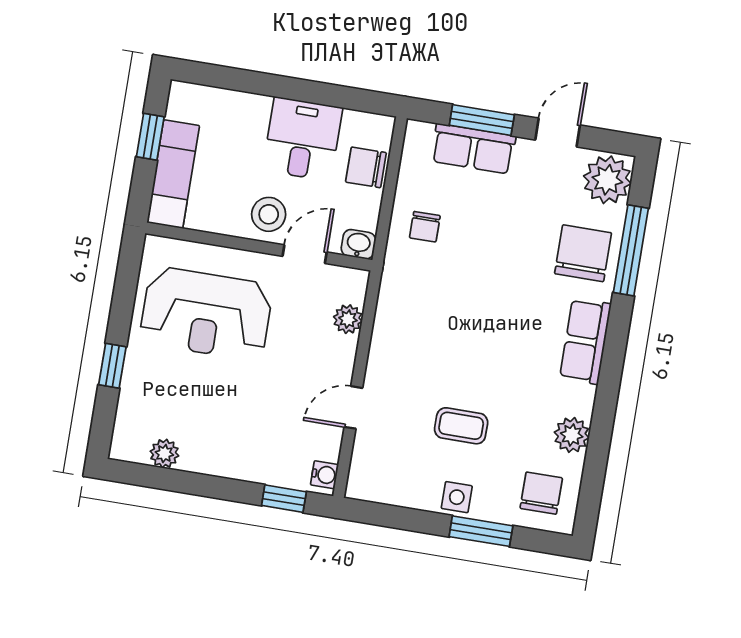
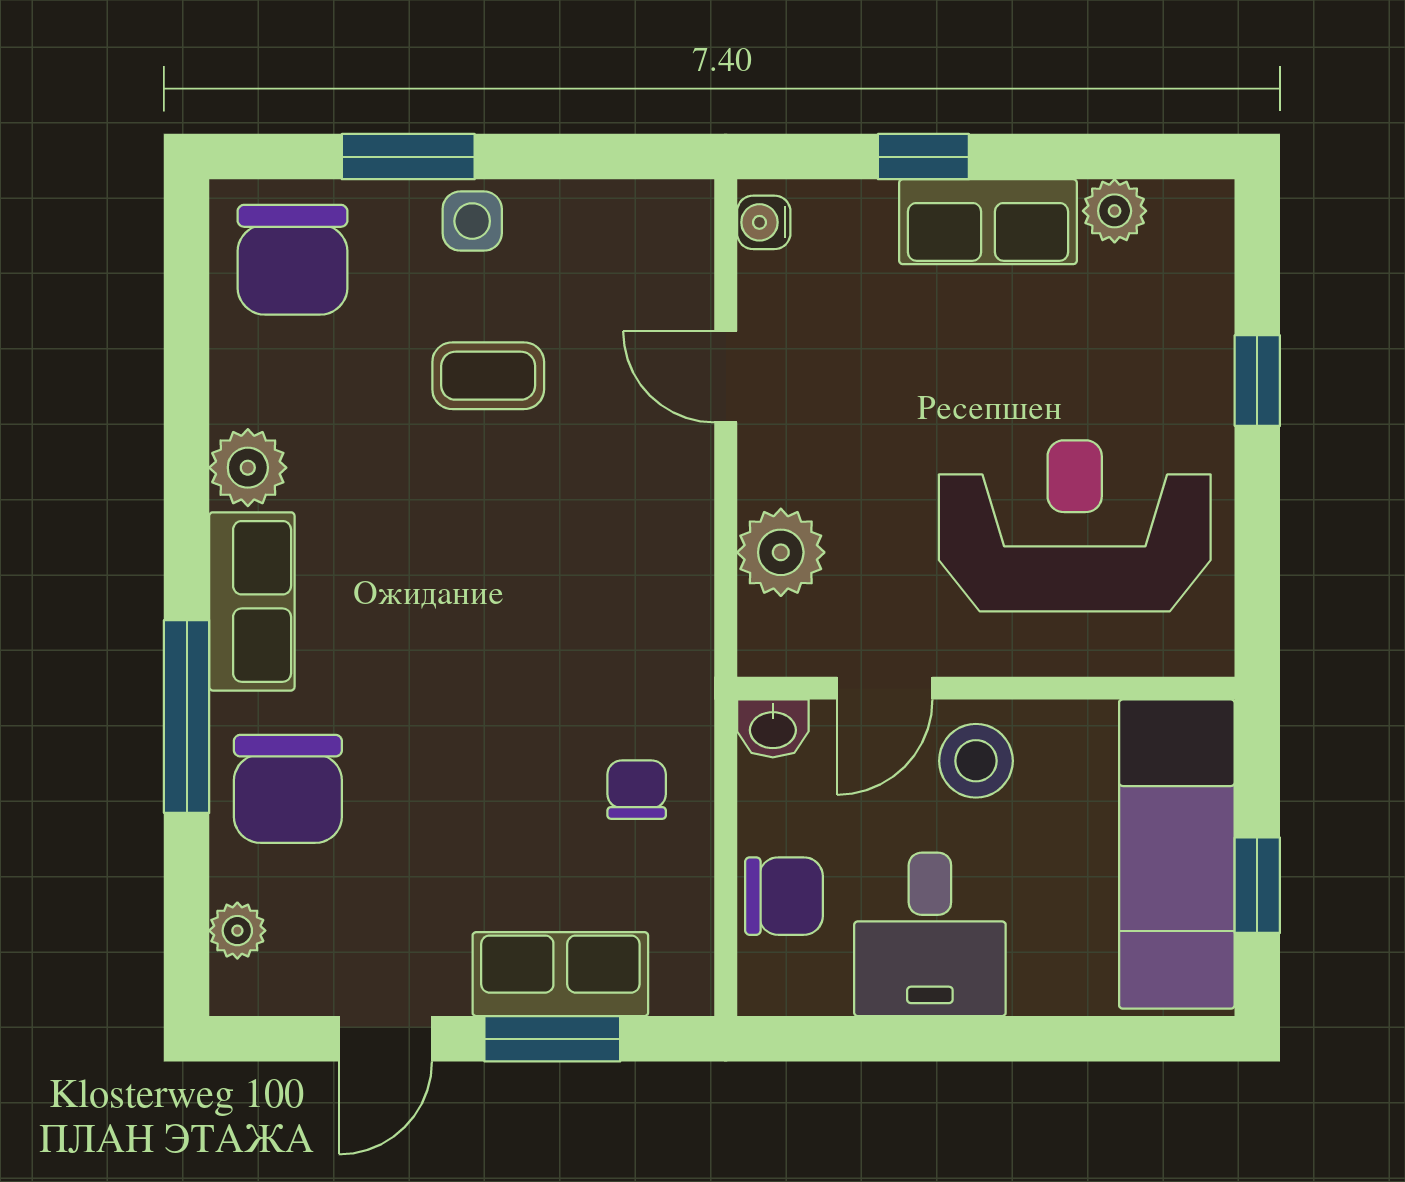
exam couch: (173, 174) -> (1177, 854), width x1.36, depth x1.45
plant: (607, 180) -> (237, 931), width x0.53, depth x0.53
window: (631, 250) -> (187, 716), moved
plant: (348, 319) -> (781, 552), width x1.38, depth x1.38
door: (353, 407) -> (726, 377), swing flipped
plant: (572, 435) -> (248, 468), moved
row of seats: (223, 458) -> (988, 222), added
chair: (541, 493) -> (293, 260), width x1.37, depth x1.37
window: (284, 499) -> (923, 157), moved

